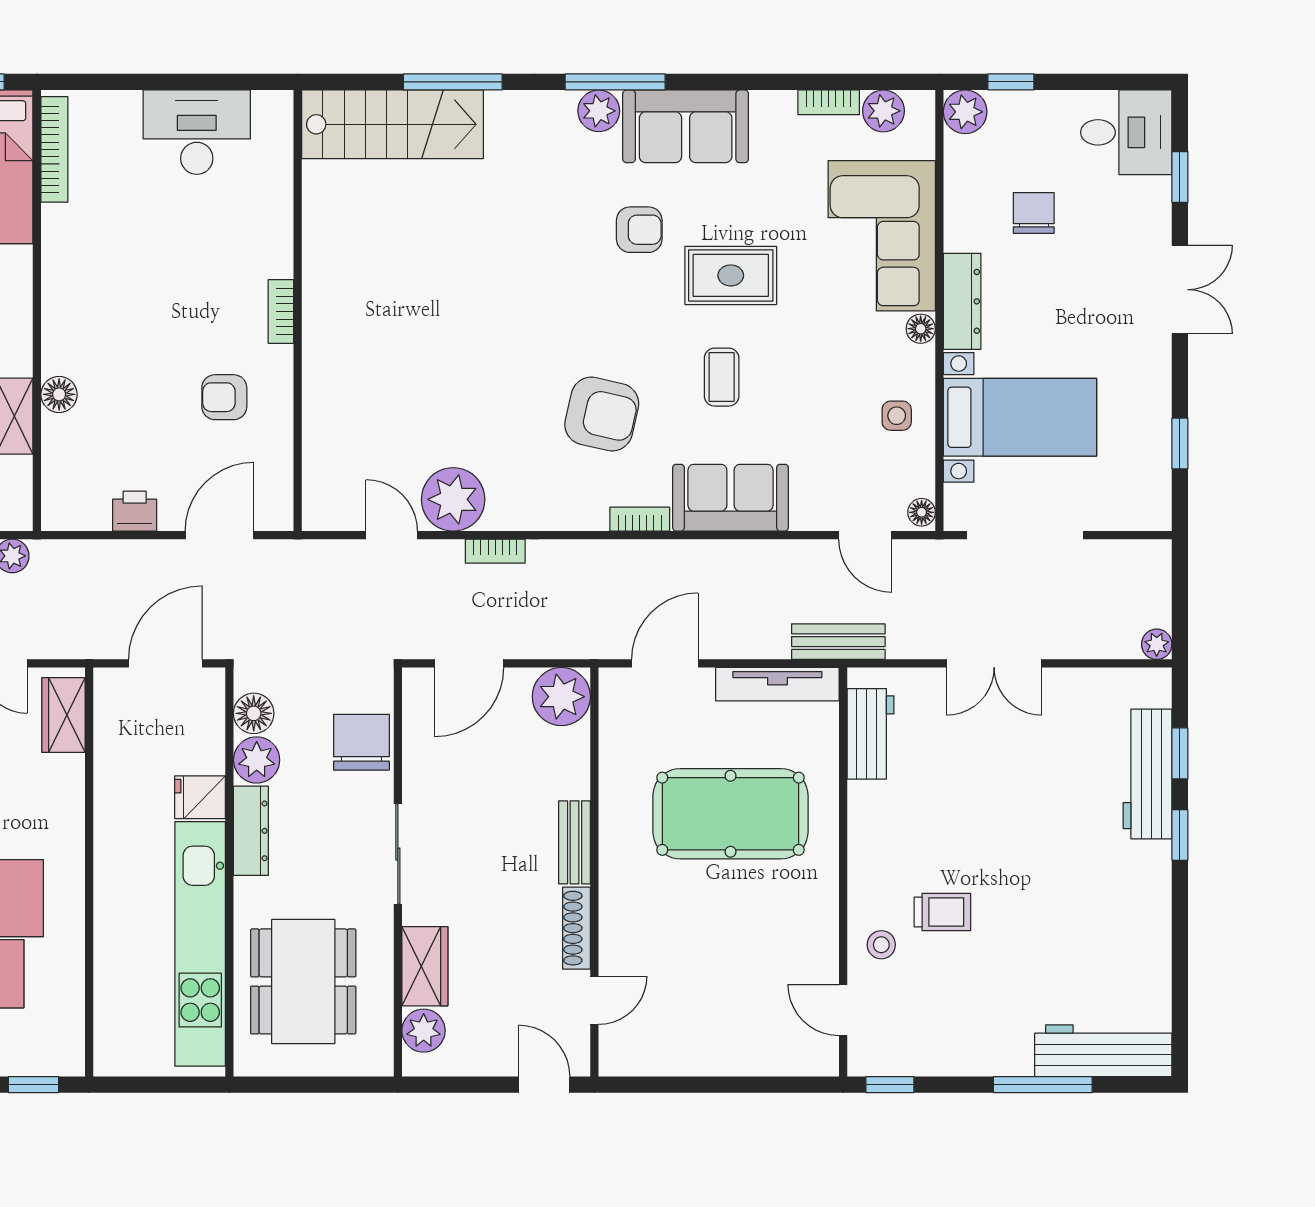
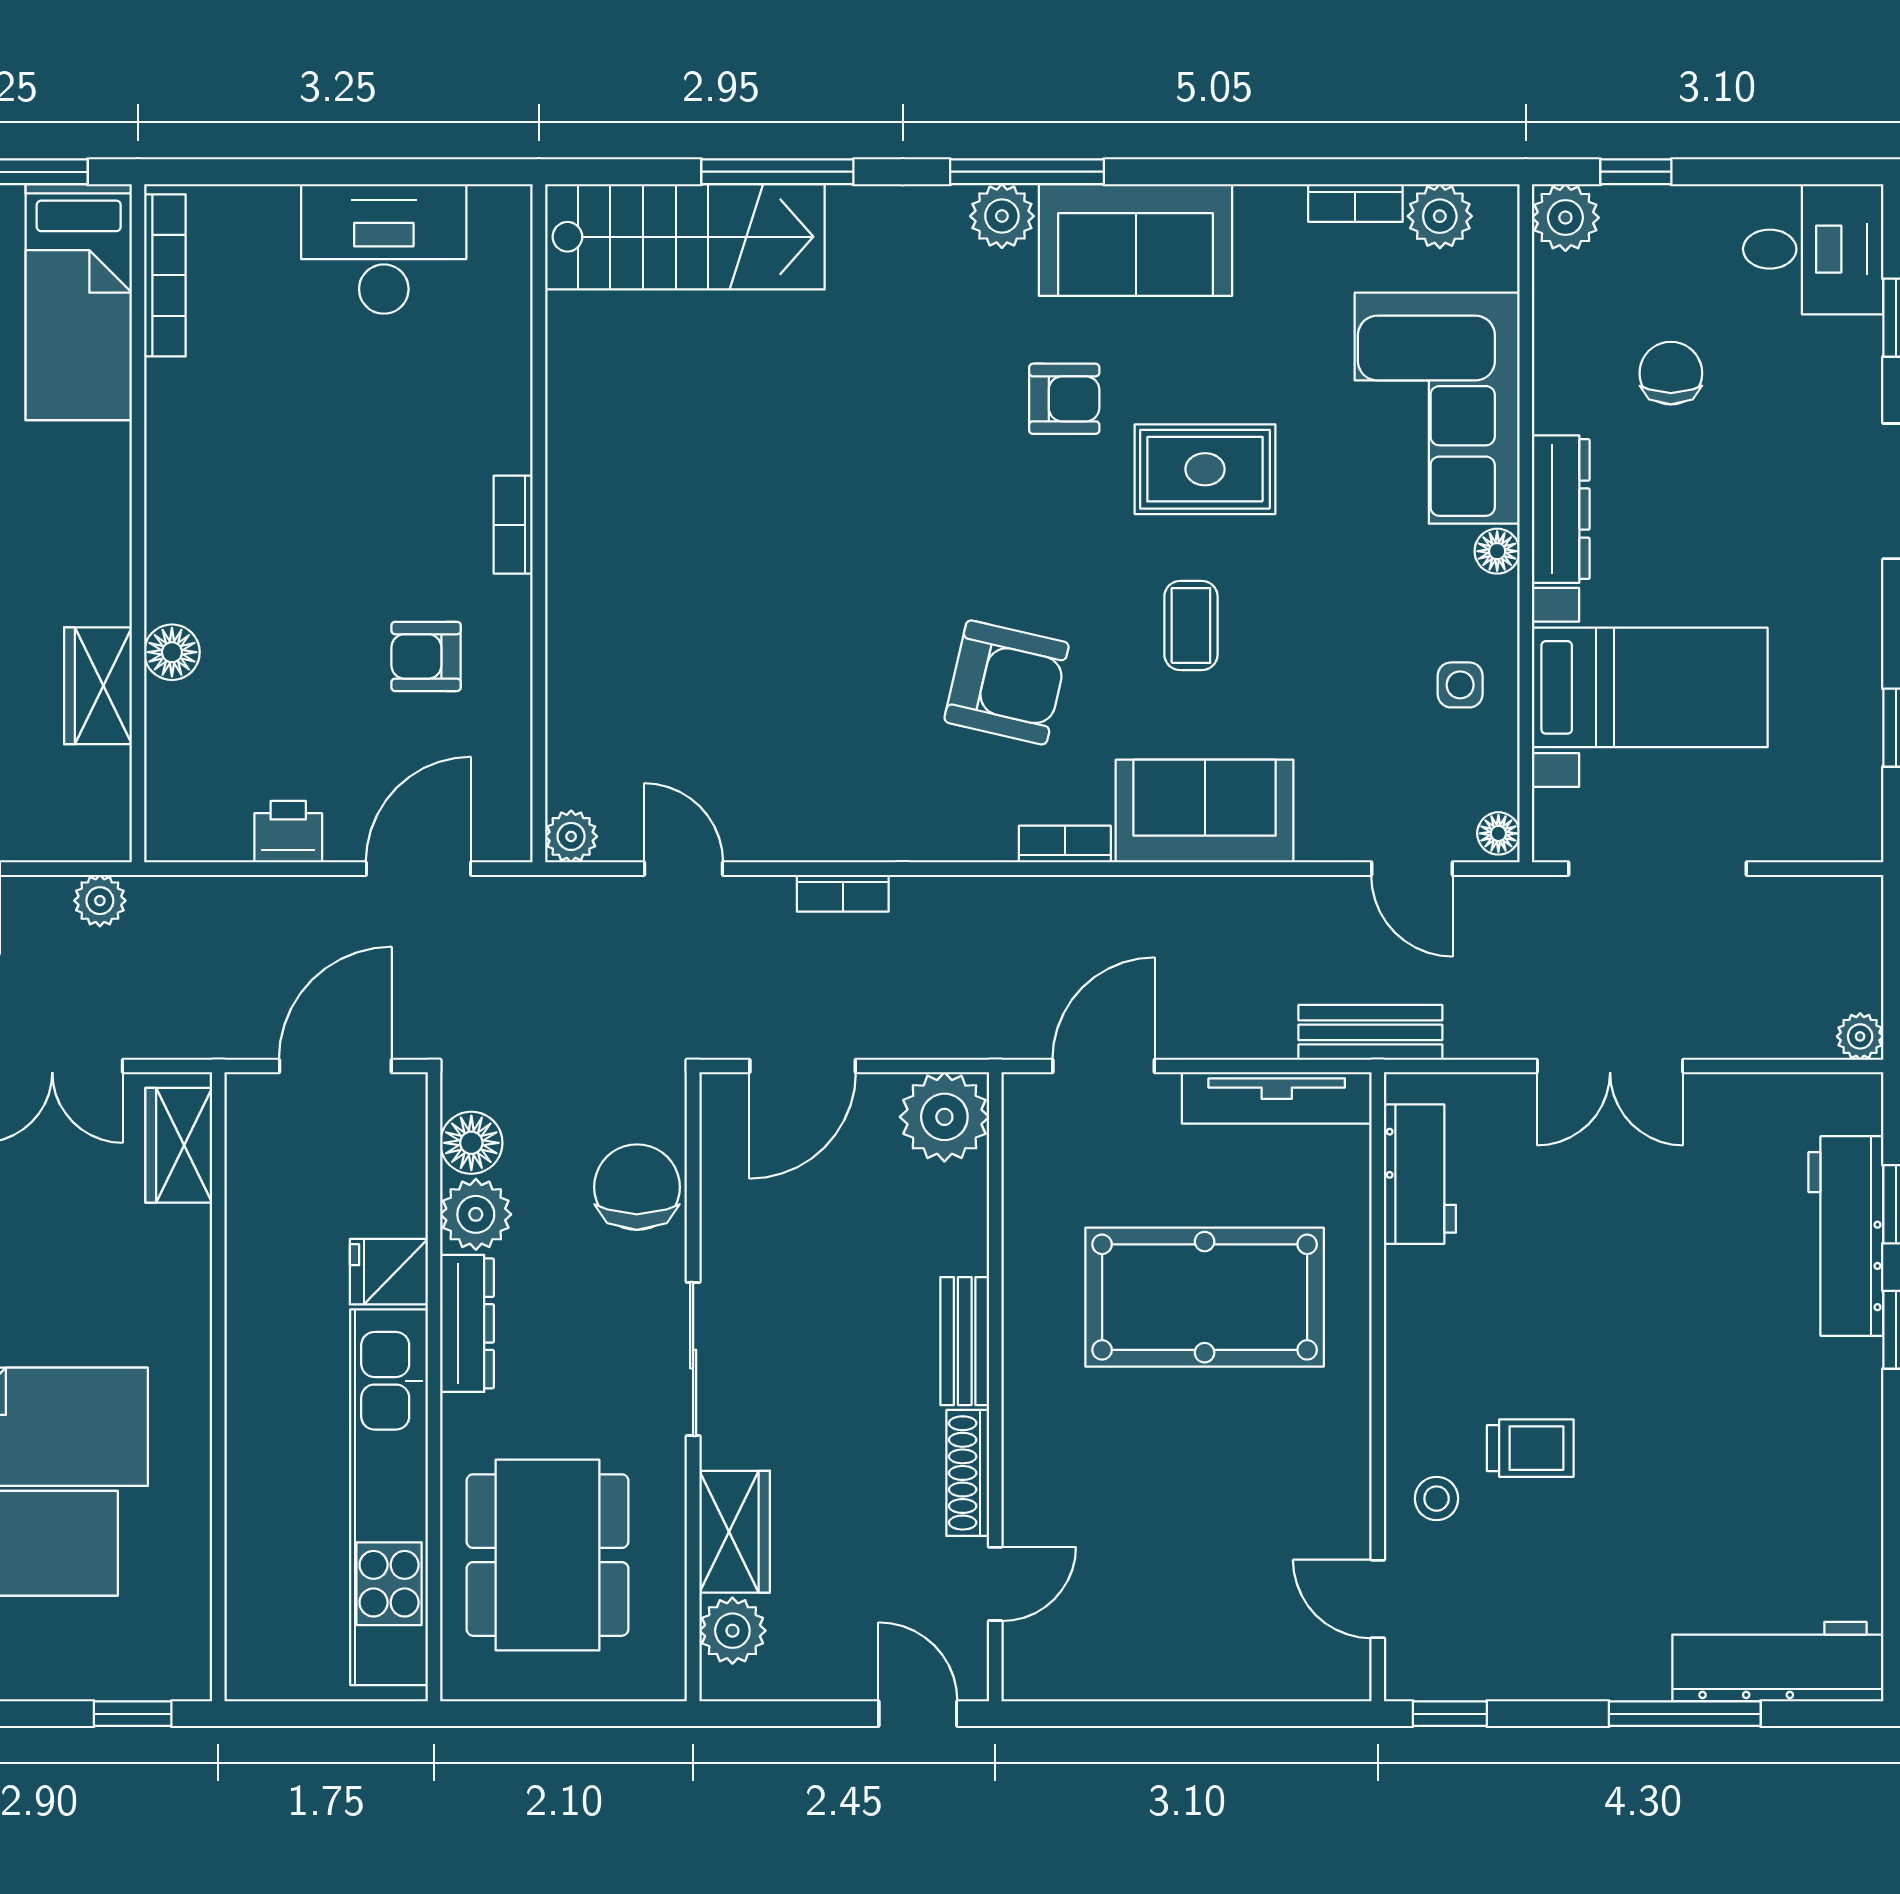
plant: (453, 499) -> (571, 836), moved, width x0.53, depth x0.53

